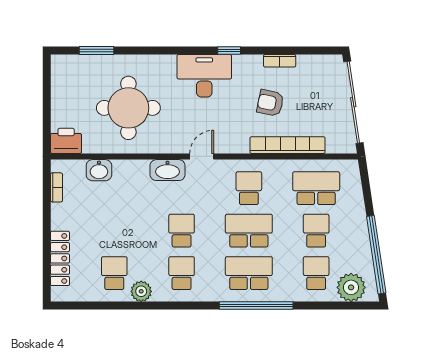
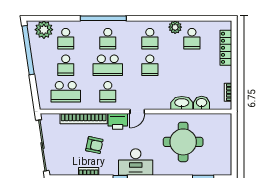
printer: (66, 141) -> (118, 121), moved
washbasin: (168, 170) -> (182, 103), moved
school desk: (249, 273) -> (108, 39), width x0.54

